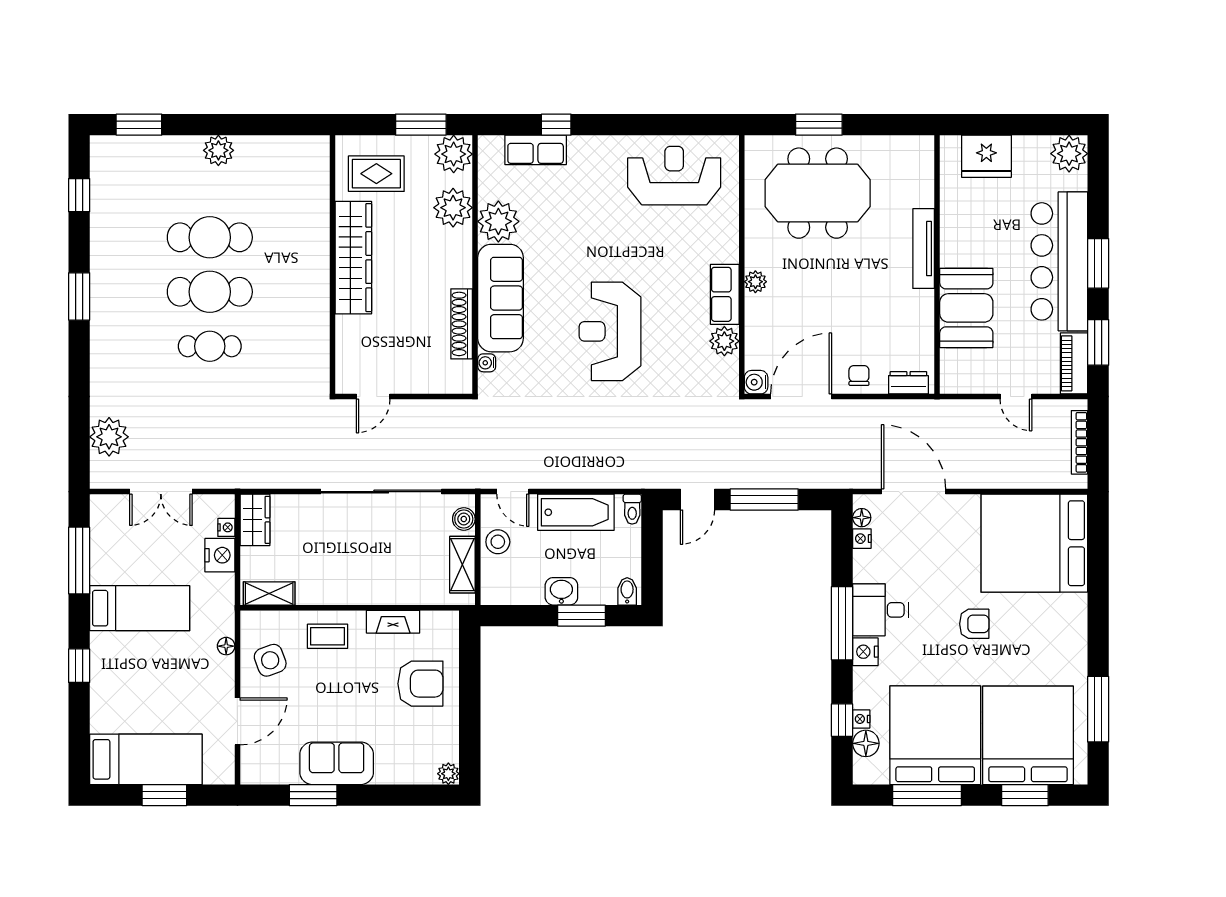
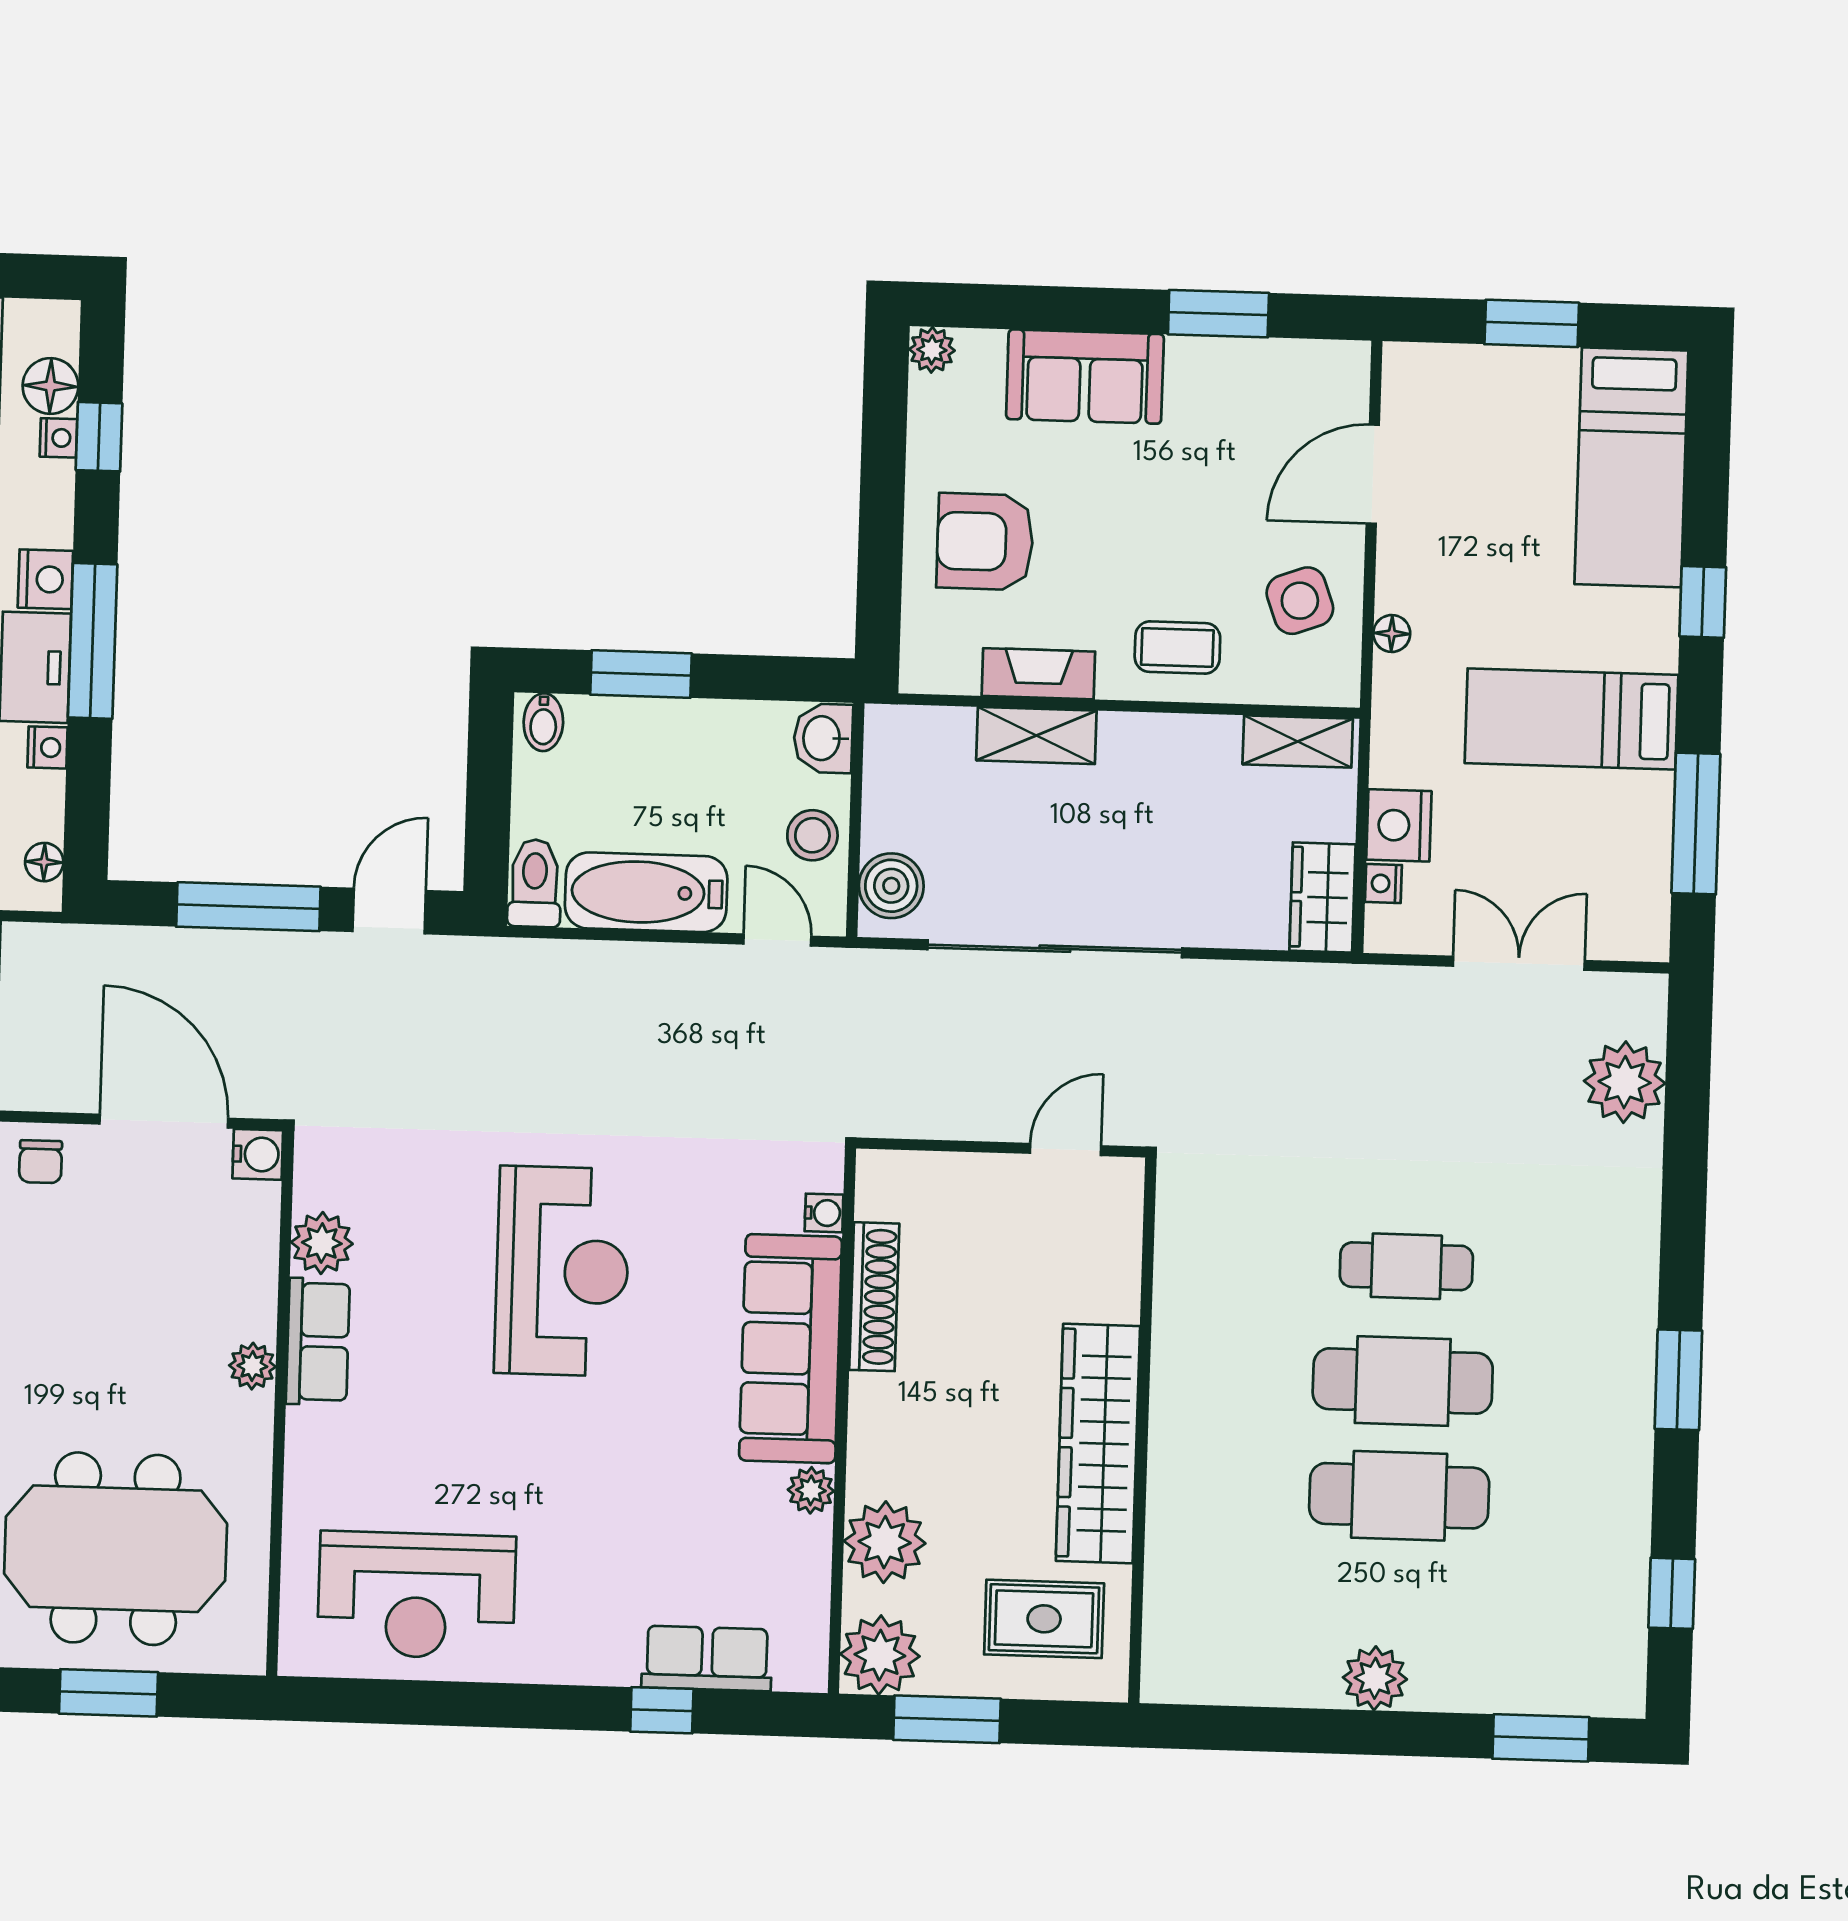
plant: (498, 221) -> (811, 1490), width x0.53, depth x0.53
door: (801, 397) -> (164, 1121), swing flipped
toilet: (632, 509) -> (535, 883), width x1.37, depth x1.39
boiler: (464, 519) -> (891, 886), width x1.36, depth x1.36
nightstand: (862, 539) -> (48, 747), moved
shelving: (462, 565) -> (1036, 735), moved, turned 90
washbasin: (561, 591) -> (823, 738), moved, turned 90
bed: (146, 759) -> (1631, 467), moved, turned -90
sofa: (337, 763) -> (1085, 377), moved

